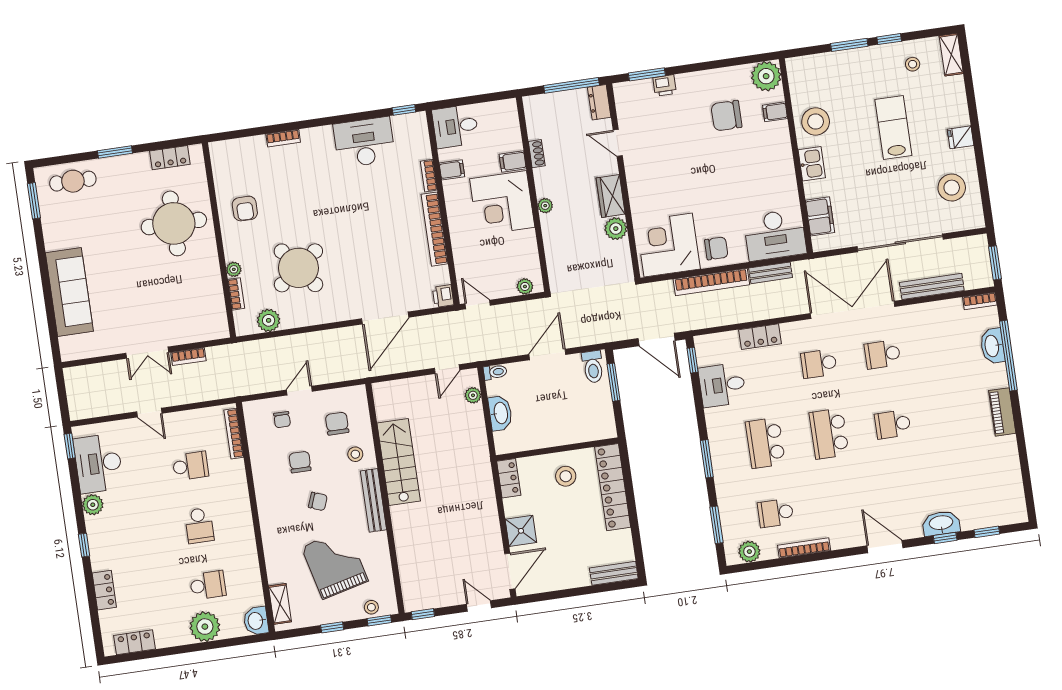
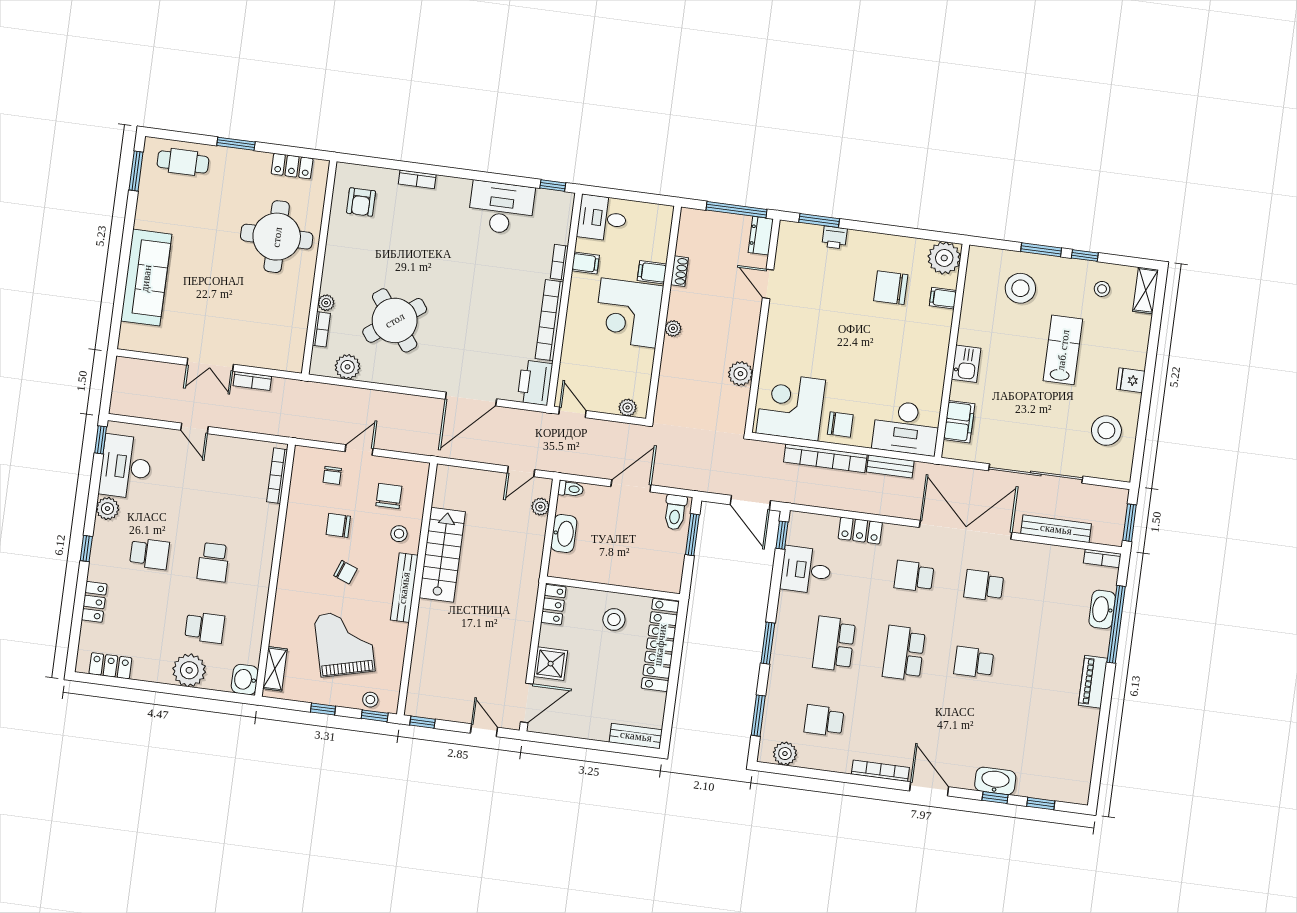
stool: (816, 121) -> (1020, 288), moved
wardrobe: (611, 196) -> (745, 338), removed
armchair: (245, 209) -> (361, 202), moved
printer: (443, 296) -> (535, 383), width x1.87, depth x1.48
chair: (300, 462) -> (338, 525), turned -90
school desk: (190, 466) -> (149, 554), moved
bookcase: (804, 548) -> (880, 771), moved

